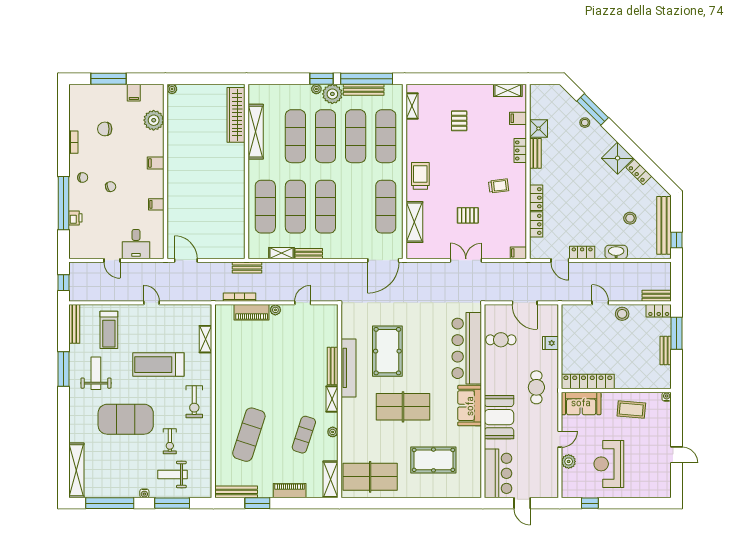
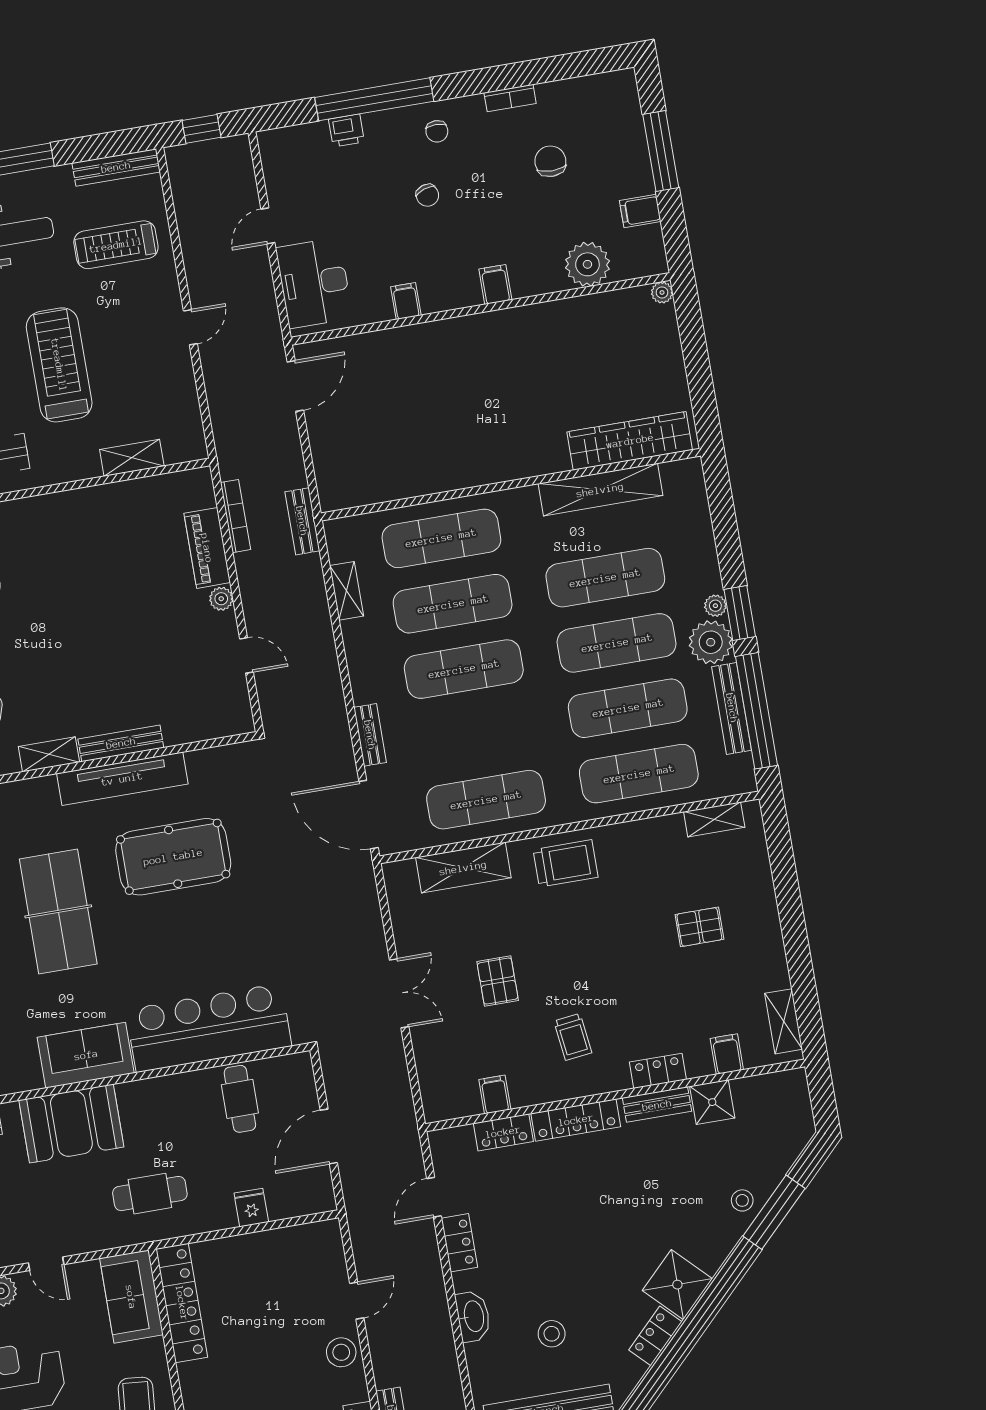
locker: (536, 198) -> (576, 1120), width x1.53
desk: (136, 244) -> (314, 283), width x1.37
filing cabinet: (518, 253) -> (495, 1094), moved
bench: (309, 254) -> (370, 735), moved

